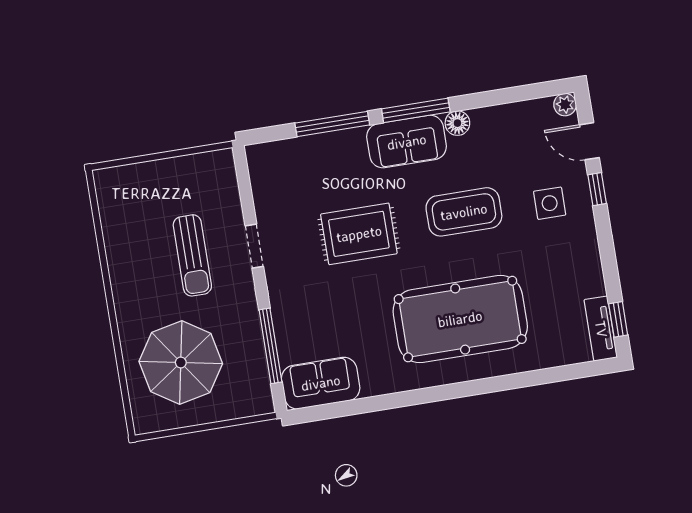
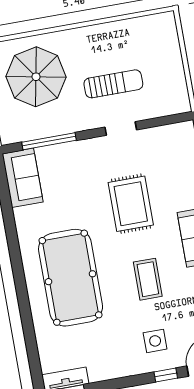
coffee table: (464, 212) -> (148, 279), width x0.73, depth x0.76
sun lounger: (192, 255) -> (113, 84), turned 180

